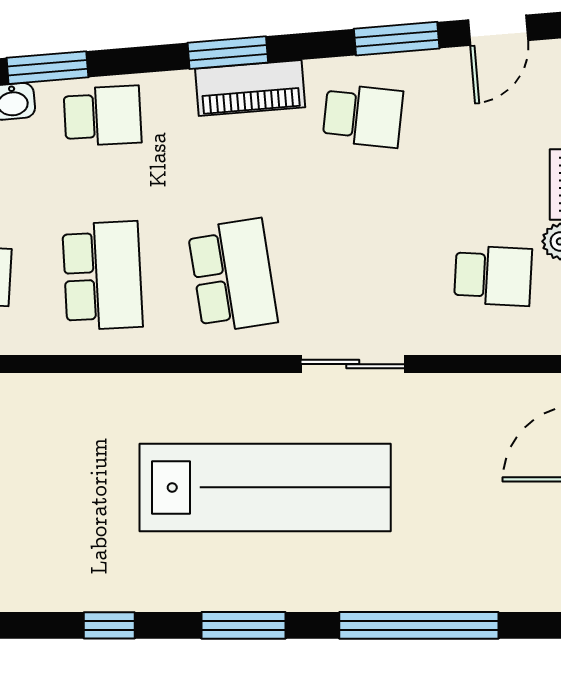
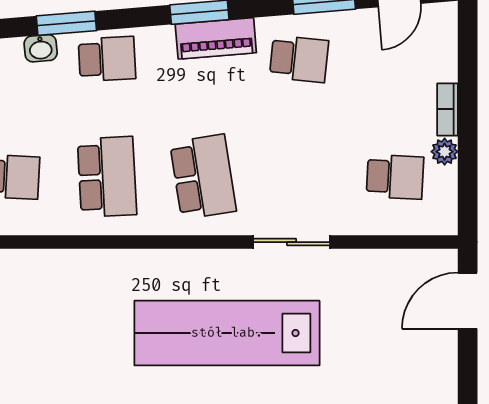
lab bench: (265, 487) -> (227, 333), turned 180

